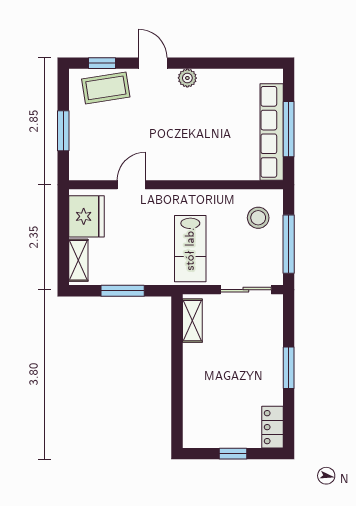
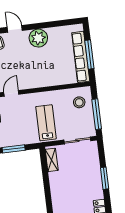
plant: (187, 78) -> (38, 38), width x1.88, depth x1.88
lab bench: (190, 249) -> (46, 123), turned 180

